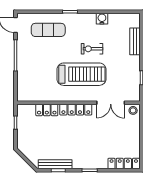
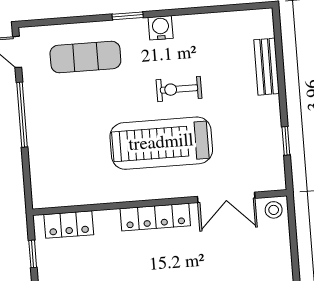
water cooler: (102, 19) -> (161, 28), moved
treadmill: (81, 74) -> (161, 143), turned 180
locker: (47, 110) -> (69, 225), moved

